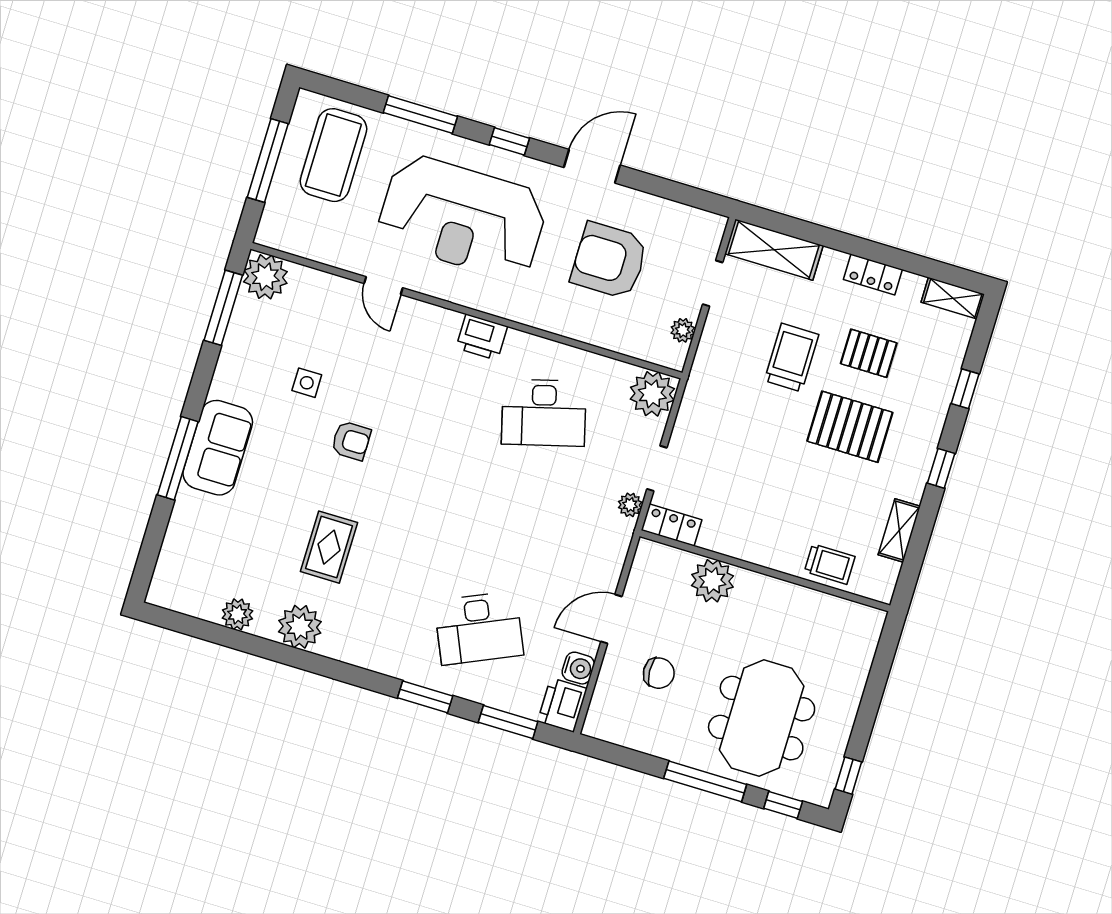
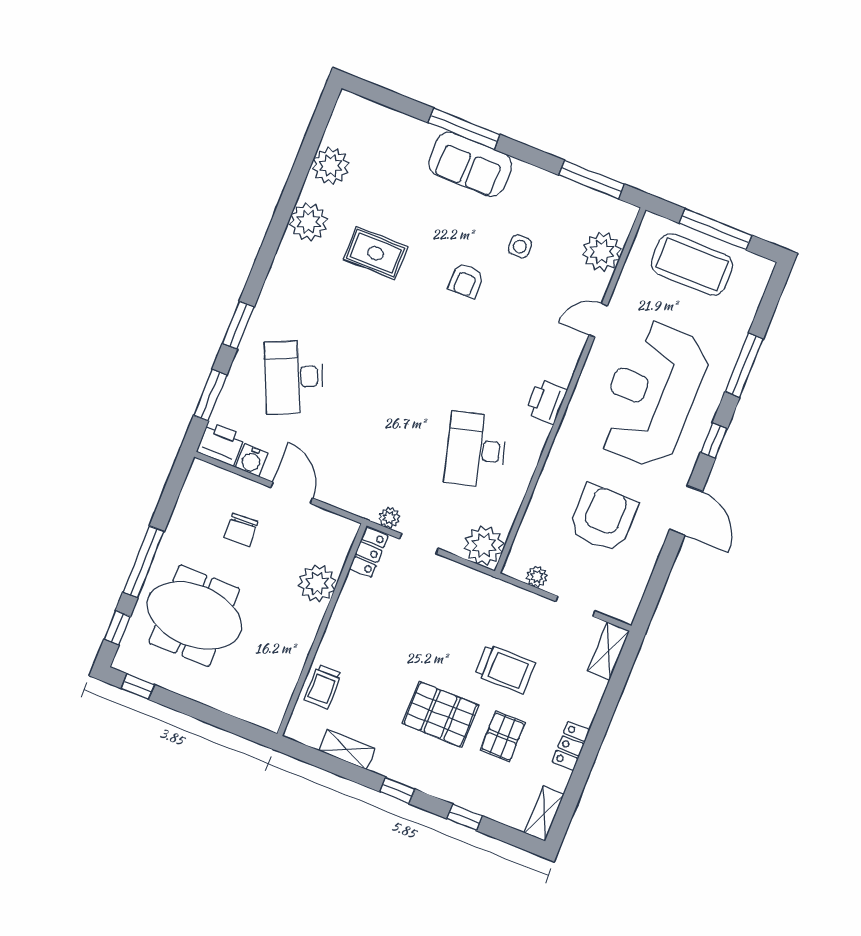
coffee table: (333, 155) -> (692, 264), moved
shelving: (774, 250) -> (609, 651), width x0.67, depth x0.75
plant: (265, 277) -> (602, 252), moved
pallet: (850, 427) -> (440, 714), turned 90
plant: (237, 614) -> (331, 166), width x1.36, depth x1.36

